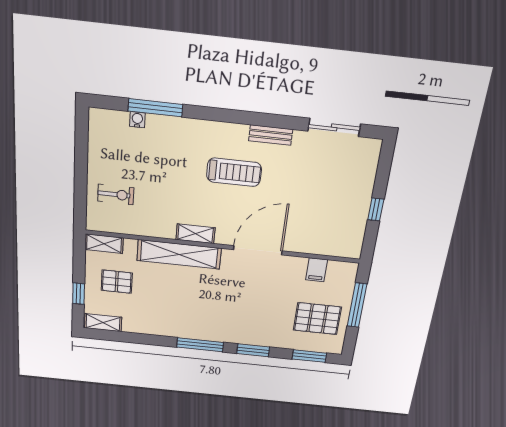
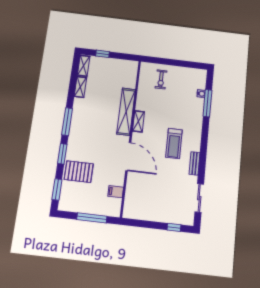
window: (376, 209) -> (174, 227), moved
shelving: (104, 244) -> (80, 87), moved
pallet: (117, 282) -> (110, 76), removed
pallet: (317, 319) -> (79, 172), moved, turned 90

